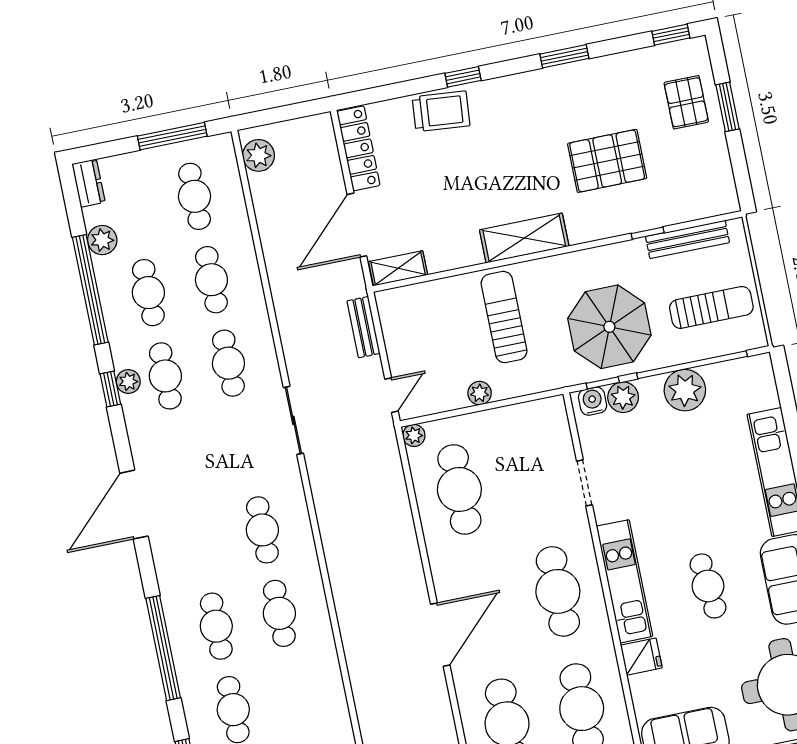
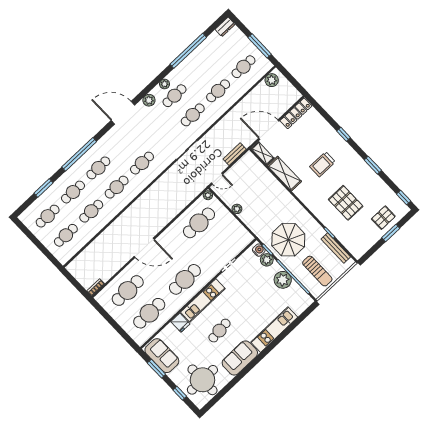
trolley: (441, 111) -> (322, 164), moved, turned 85
shelving: (524, 238) -> (284, 174), moved
plant: (102, 240) -> (149, 100), moved
cafe table: (148, 293) -> (91, 211), moved
sun lounger: (504, 317) -> (269, 201), removed
window: (110, 389) -> (158, 79), removed

